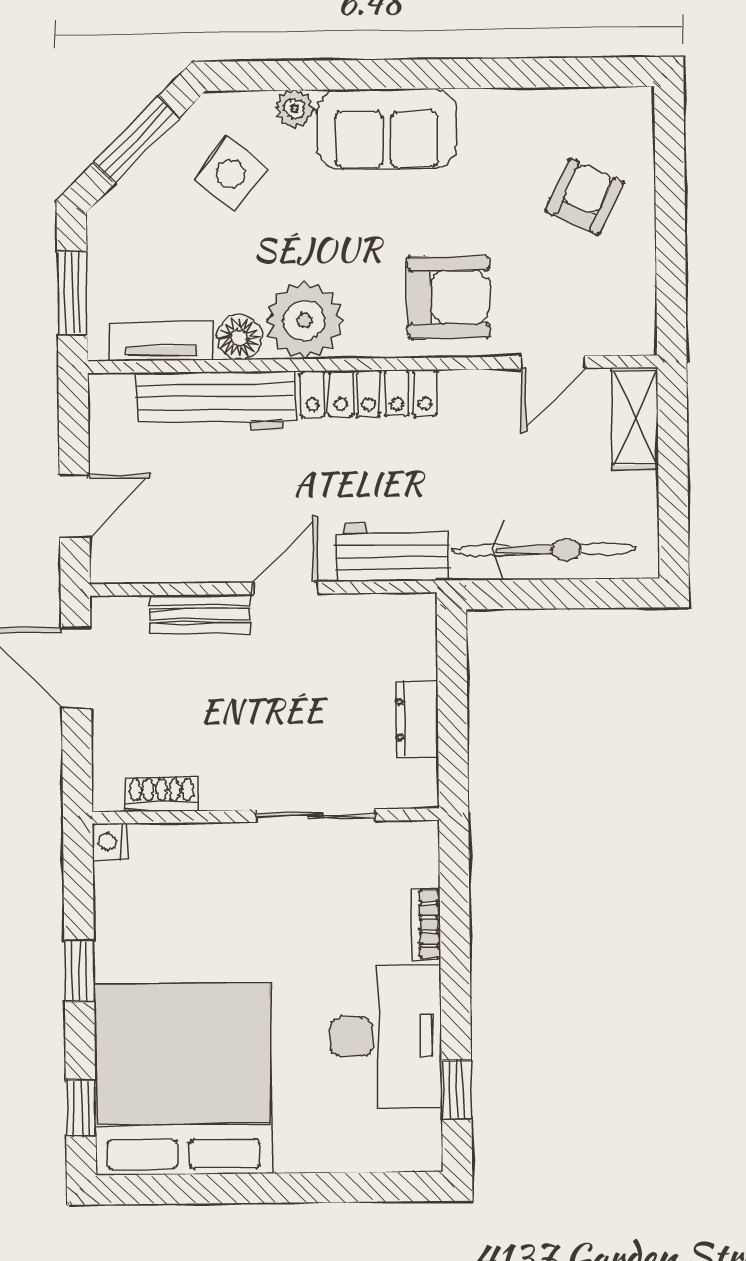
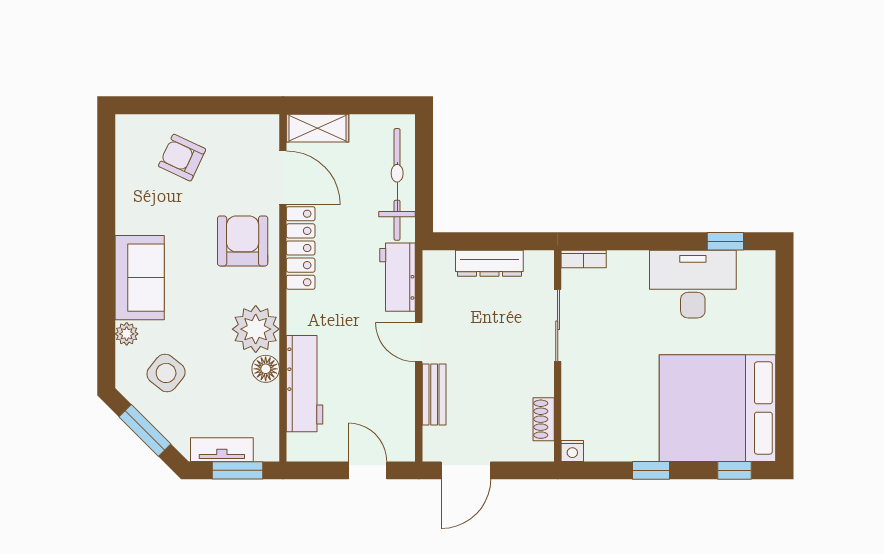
tv unit: (162, 341) -> (222, 450), moved, turned 90
door: (553, 362) -> (283, 178), width x1.38
locker: (369, 393) -> (301, 248), moved
dresser: (416, 720) -> (489, 263), width x1.44
bookcase: (426, 924) -> (584, 259), moved

